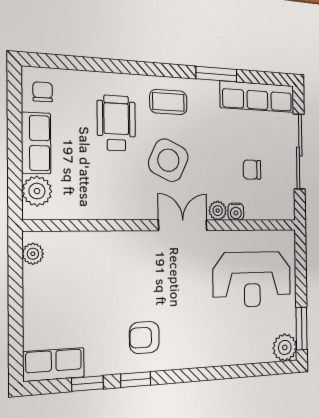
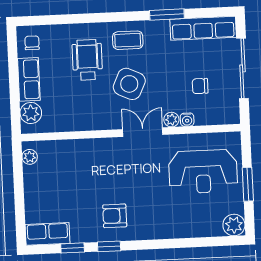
window: (302, 329) -> (248, 184), moved

